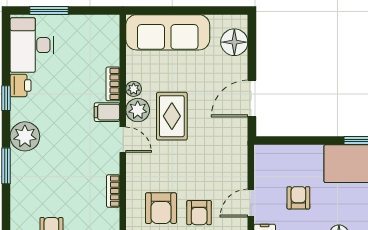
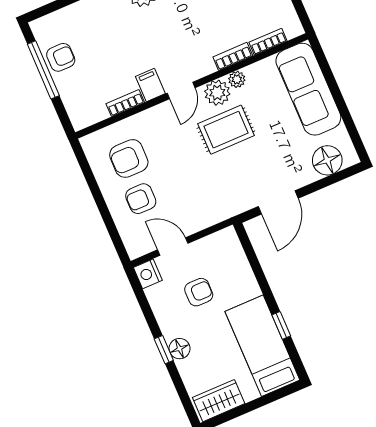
bookcase: (113, 49) -> (268, 42), added
door: (252, 99) -> (278, 202), swing flipped
filing cabinet: (107, 112) -> (150, 85), moved

